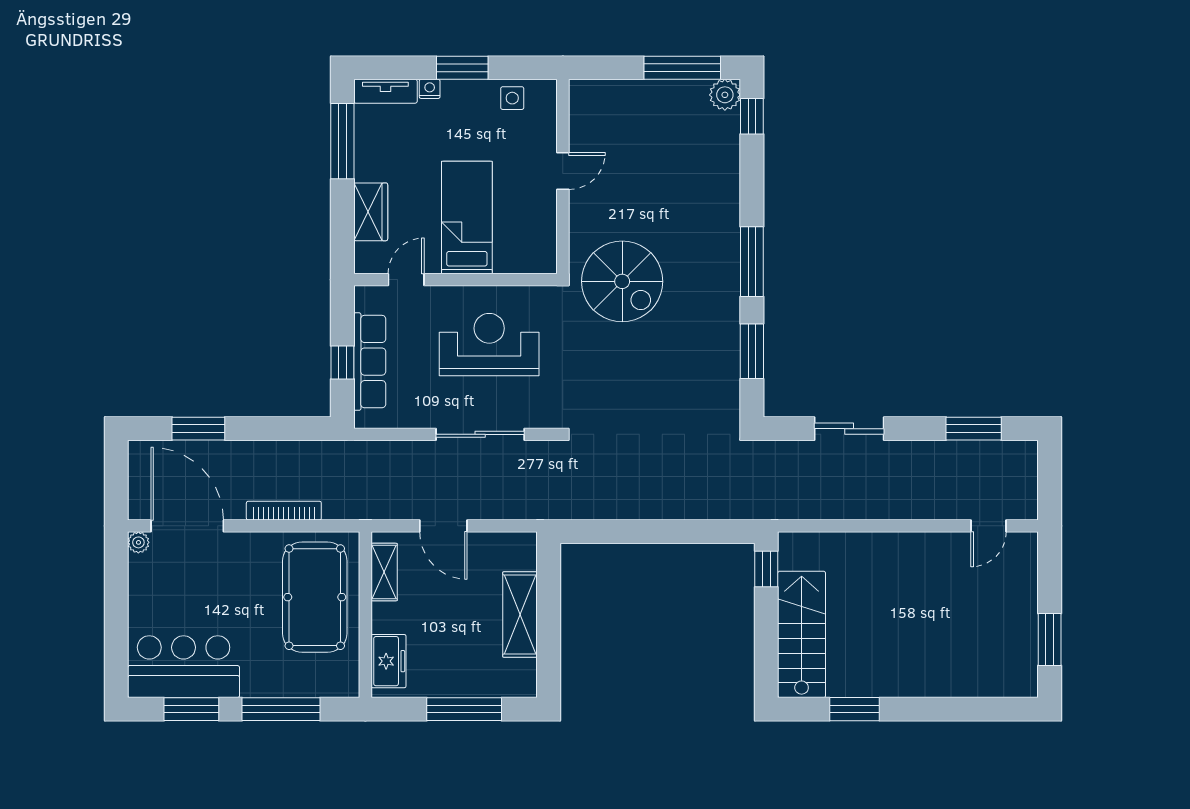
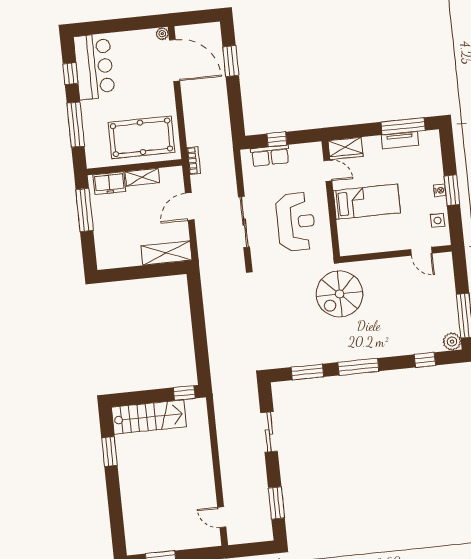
nightstand: (430, 89) -> (440, 190), moved
tv unit: (385, 91) -> (400, 140), moved, turned -90
window: (752, 116) -> (425, 360), moved
door: (563, 171) -> (421, 251), moved
wardrobe: (371, 212) -> (346, 148), moved
row of seats: (370, 362) -> (270, 156), width x0.68
bookcase: (284, 511) -> (194, 161), moved, width x0.64
door: (187, 526) -> (175, 60), hinge flipped
shelving: (384, 572) -> (142, 177), moved
shelving: (520, 614) -> (166, 253), moved
window: (191, 709) -> (70, 74), width x0.67
window: (464, 709) -> (84, 210), moved

